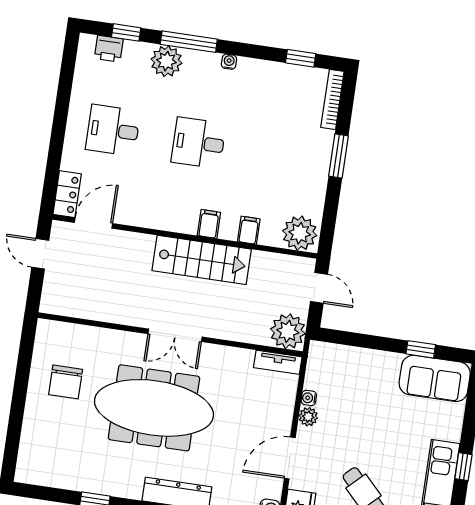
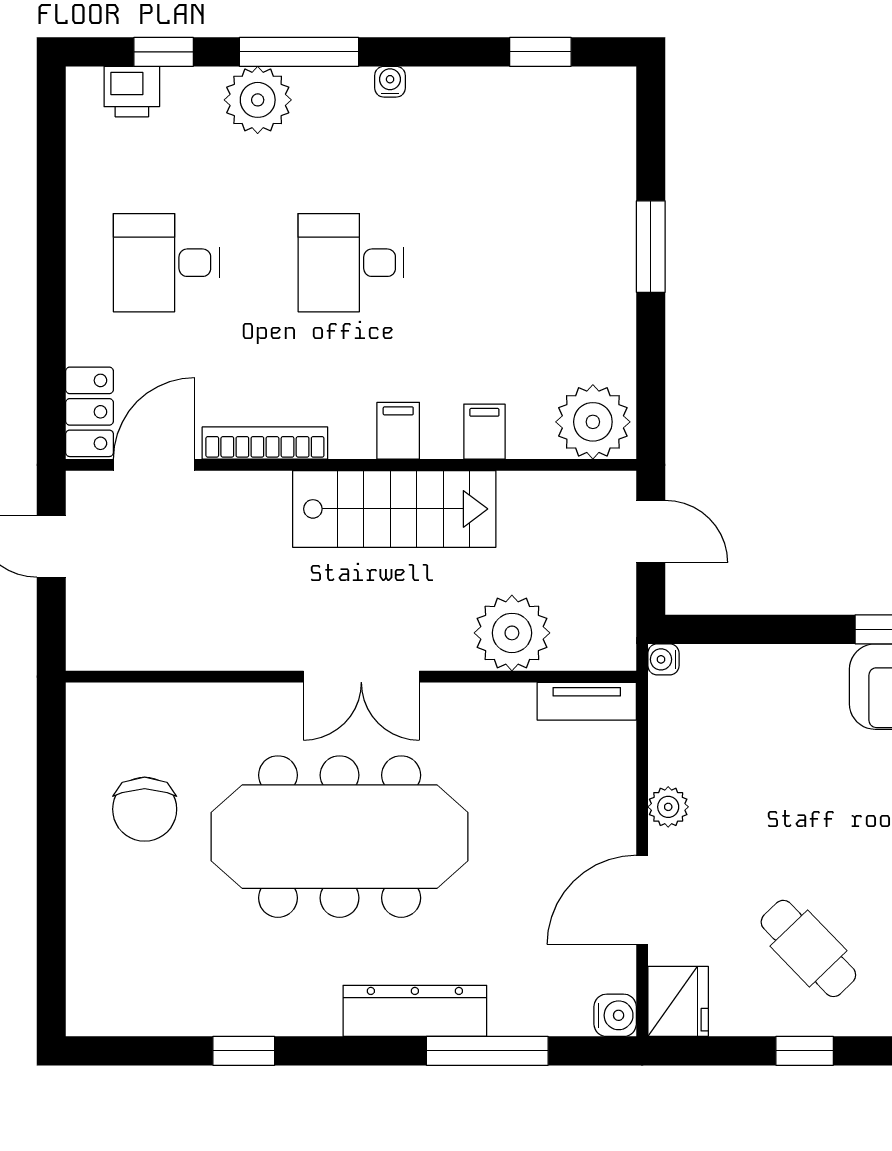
bookcase: (332, 99) -> (265, 443), moved, turned 90
plant: (288, 331) -> (512, 633), moved
water cooler: (309, 398) -> (663, 659), moved

